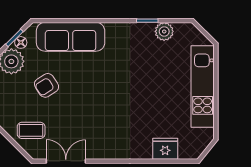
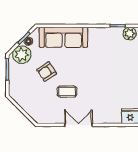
coffee table: (31, 130) -> (67, 92), moved
double door: (66, 161) -> (78, 125), moved

